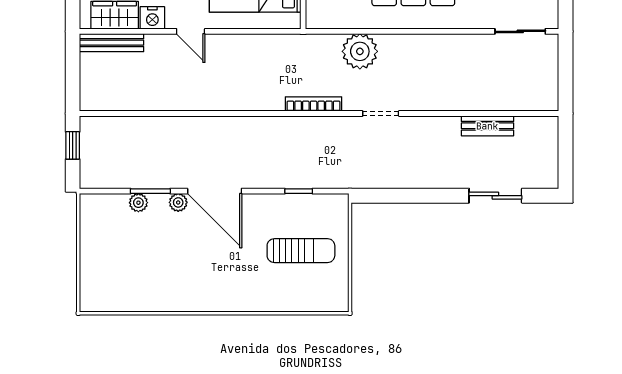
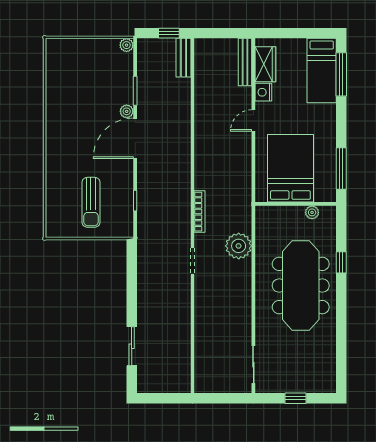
bench: (487, 126) -> (183, 58), moved
plant: (138, 203) -> (127, 45), moved

